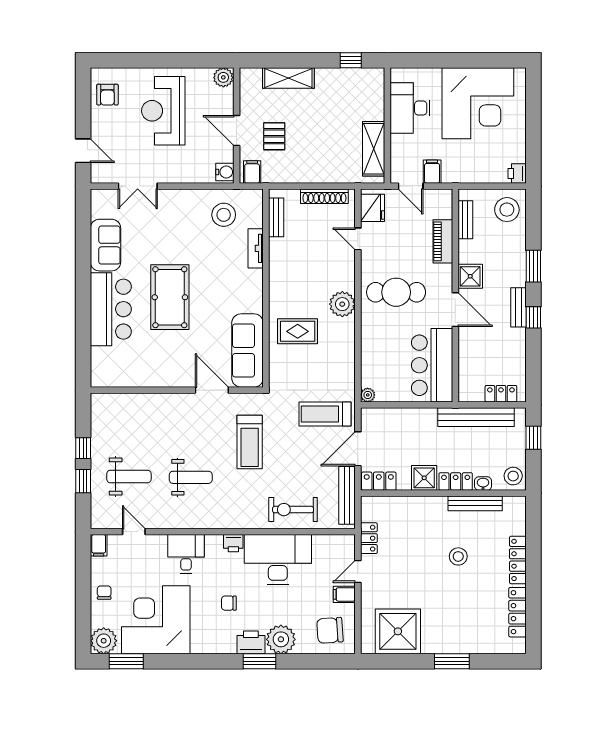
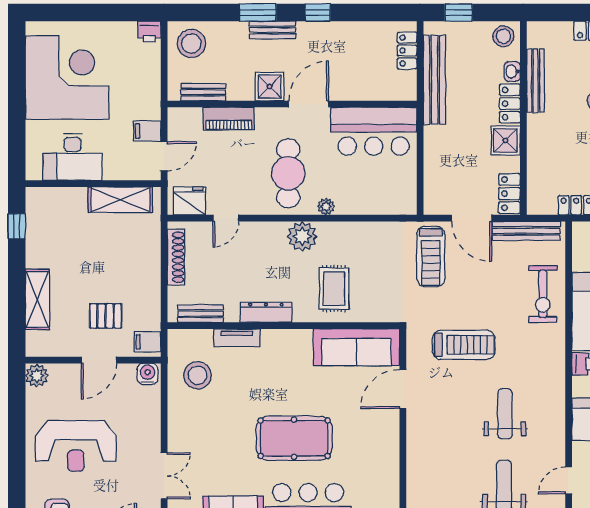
dresser: (277, 273) -> (266, 312), added
bench: (518, 307) -> (272, 30), moved
plant: (368, 395) -> (326, 207), moved

